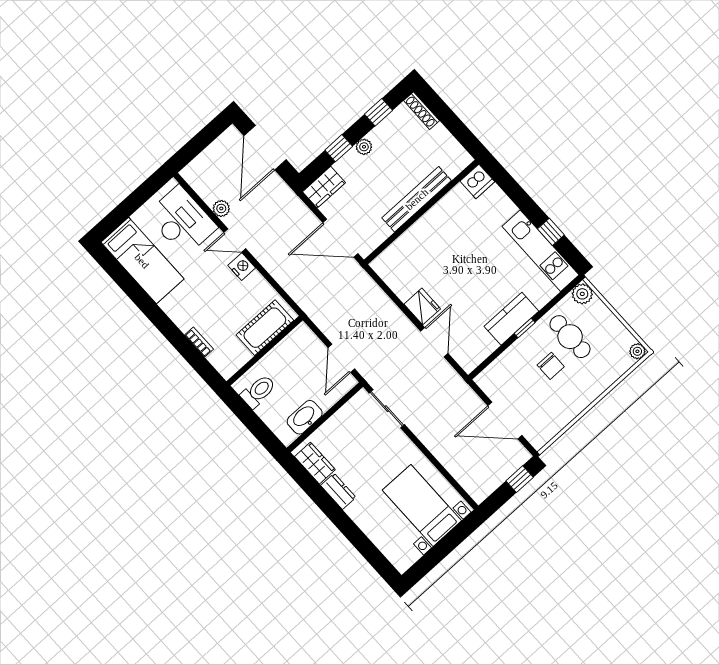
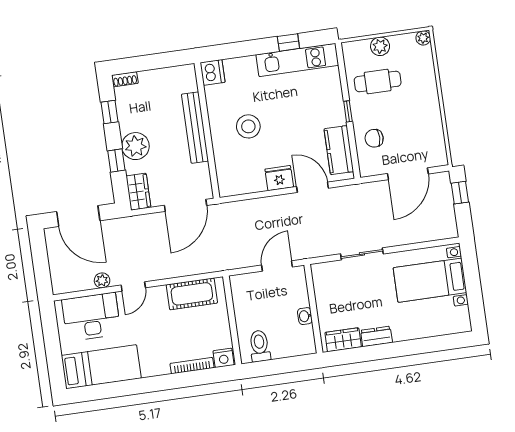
shoe rack: (421, 111) -> (125, 79), width x0.70
plant: (364, 147) -> (135, 146), width x1.88, depth x1.88
stool: (450, 247) -> (248, 126), added
nightstand: (242, 267) -> (224, 358), moved, turned 180
plant: (582, 294) -> (380, 46), moved
kitchen counter: (511, 319) -> (339, 150), moved
cot: (265, 328) -> (192, 294), moved, turned 90
bookcase: (199, 342) -> (192, 366), width x1.56
door: (341, 358) -> (277, 266), swing flipped
chair: (551, 366) -> (374, 138), moved, turned 180
sliding door: (387, 409) -> (362, 254), moved
washbasin: (305, 417) -> (305, 316), width x0.52, depth x0.69

